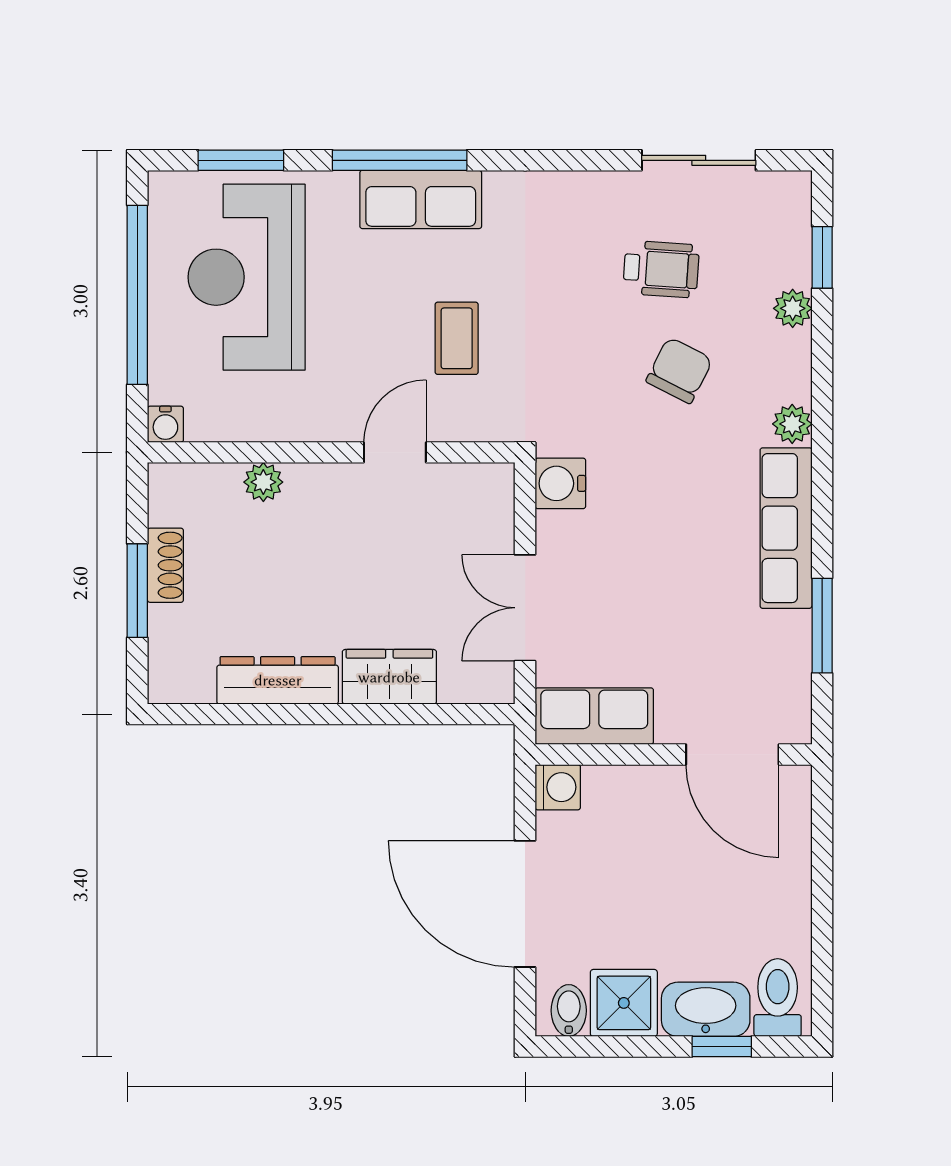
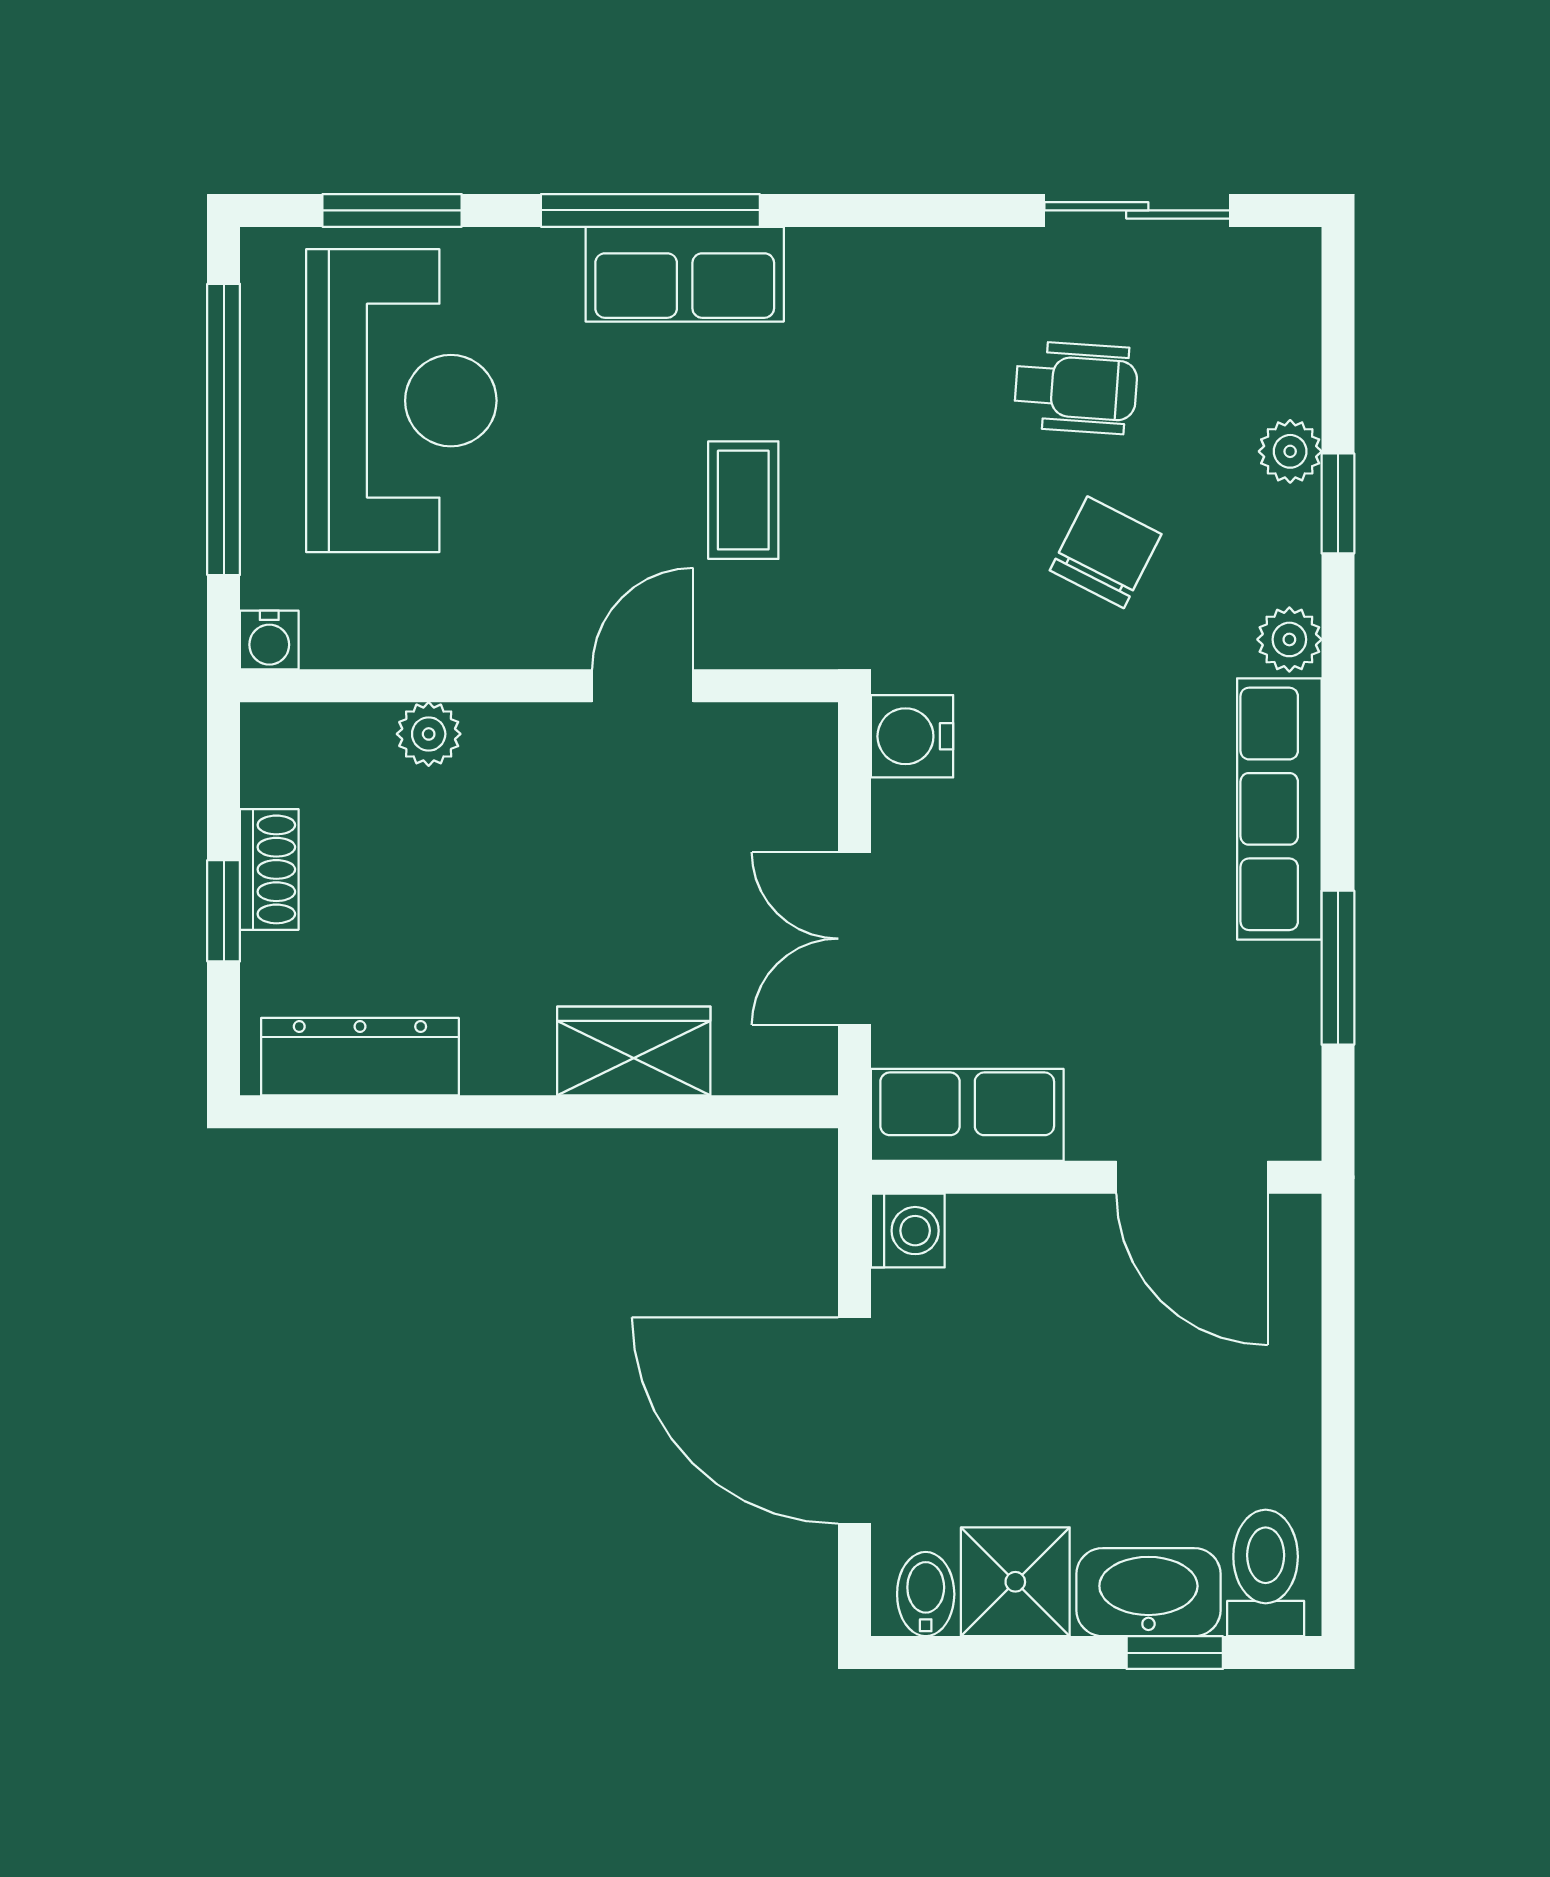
window: (822, 257) -> (1338, 503), moved
reception desk: (247, 277) -> (401, 401), turned 180
window: (137, 591) -> (224, 911), width x0.67
dresser: (278, 680) -> (360, 1057), moved

